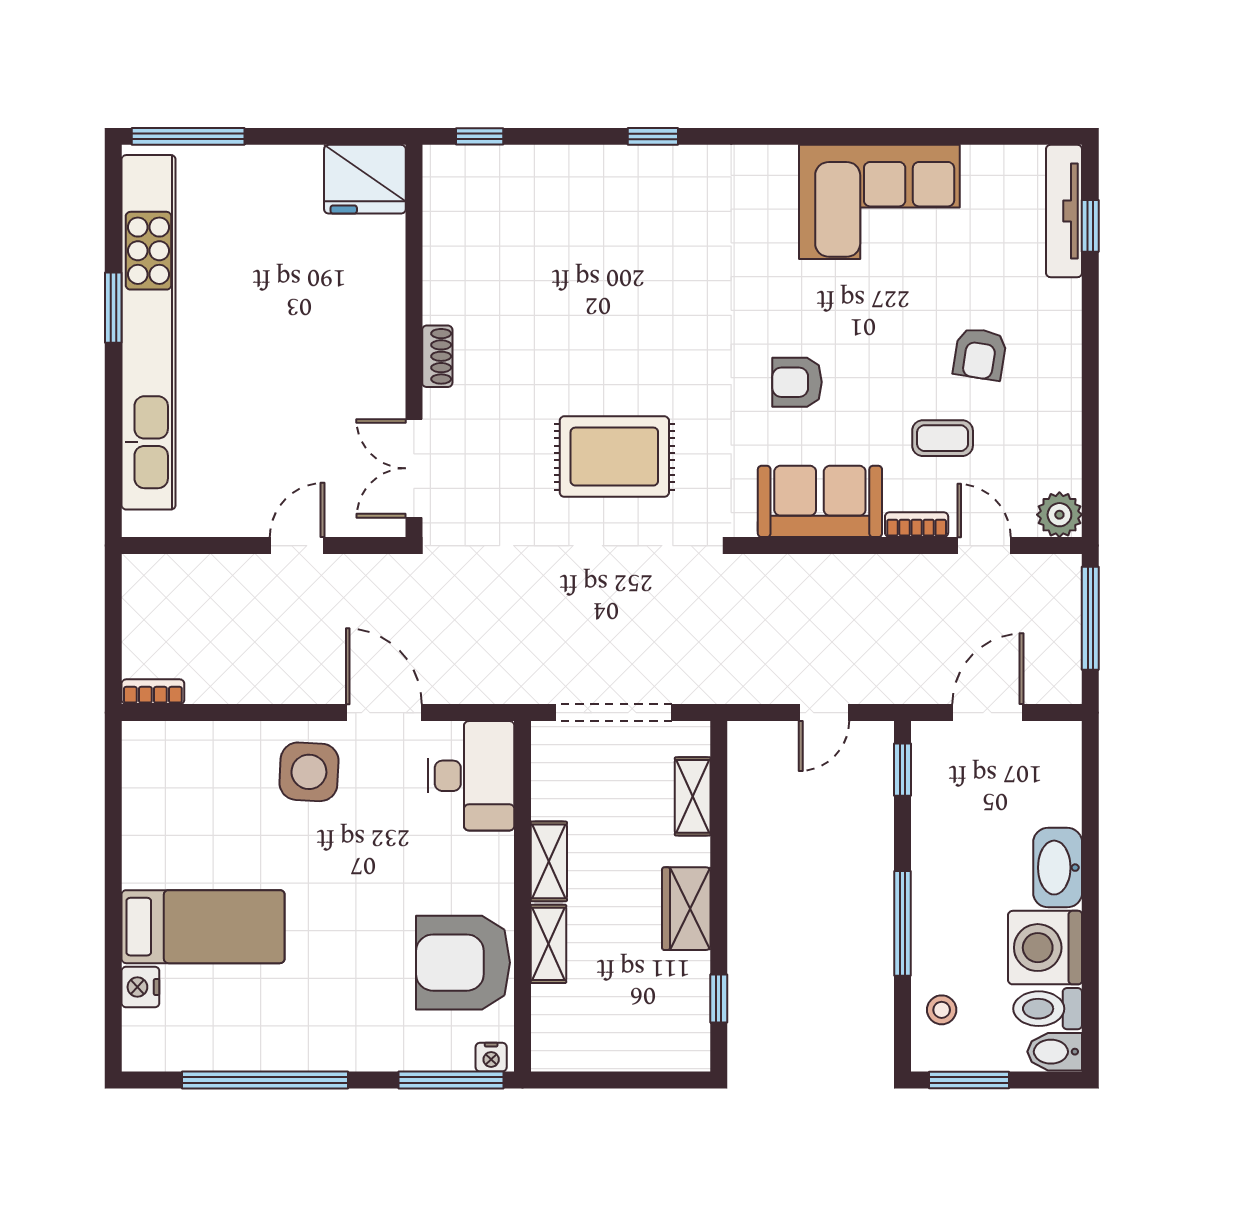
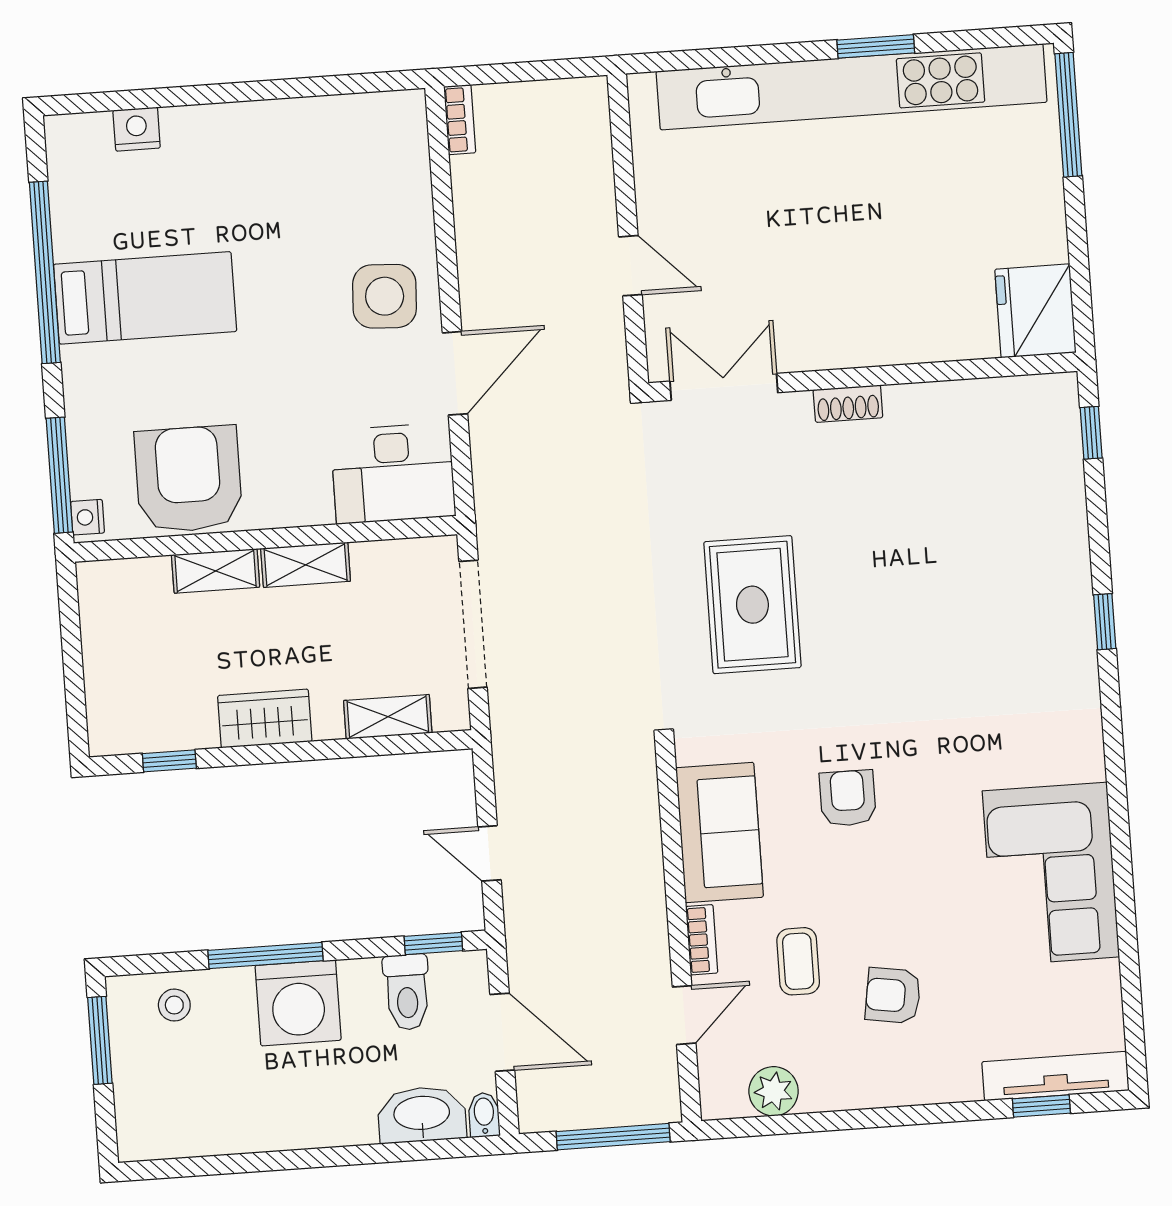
plant: (1059, 515) -> (774, 1091), moved
washbasin: (1058, 868) -> (422, 1115), moved
bed: (203, 927) -> (145, 298), moved, turned -90
washing machine: (1045, 948) -> (298, 1003), moved, turned 180
toilet: (1048, 1009) -> (407, 992), moved, turned 180
bidet: (1055, 1052) -> (484, 1115), moved, width x0.72, depth x0.74

